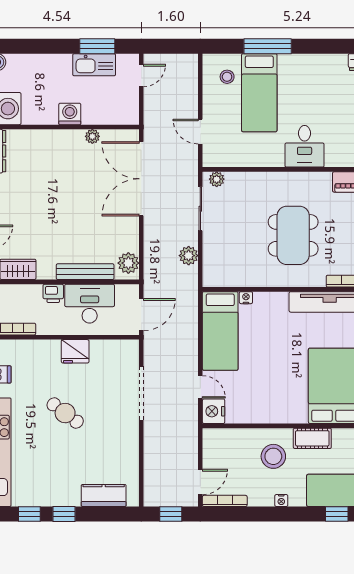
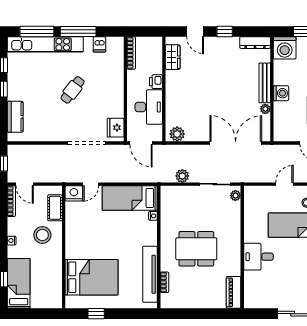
door: (200, 132) -> (284, 184), moved
bench: (85, 272) -> (265, 83), moved
fridge: (75, 351) -> (116, 128), moved
cot: (312, 438) -> (55, 208), moved

